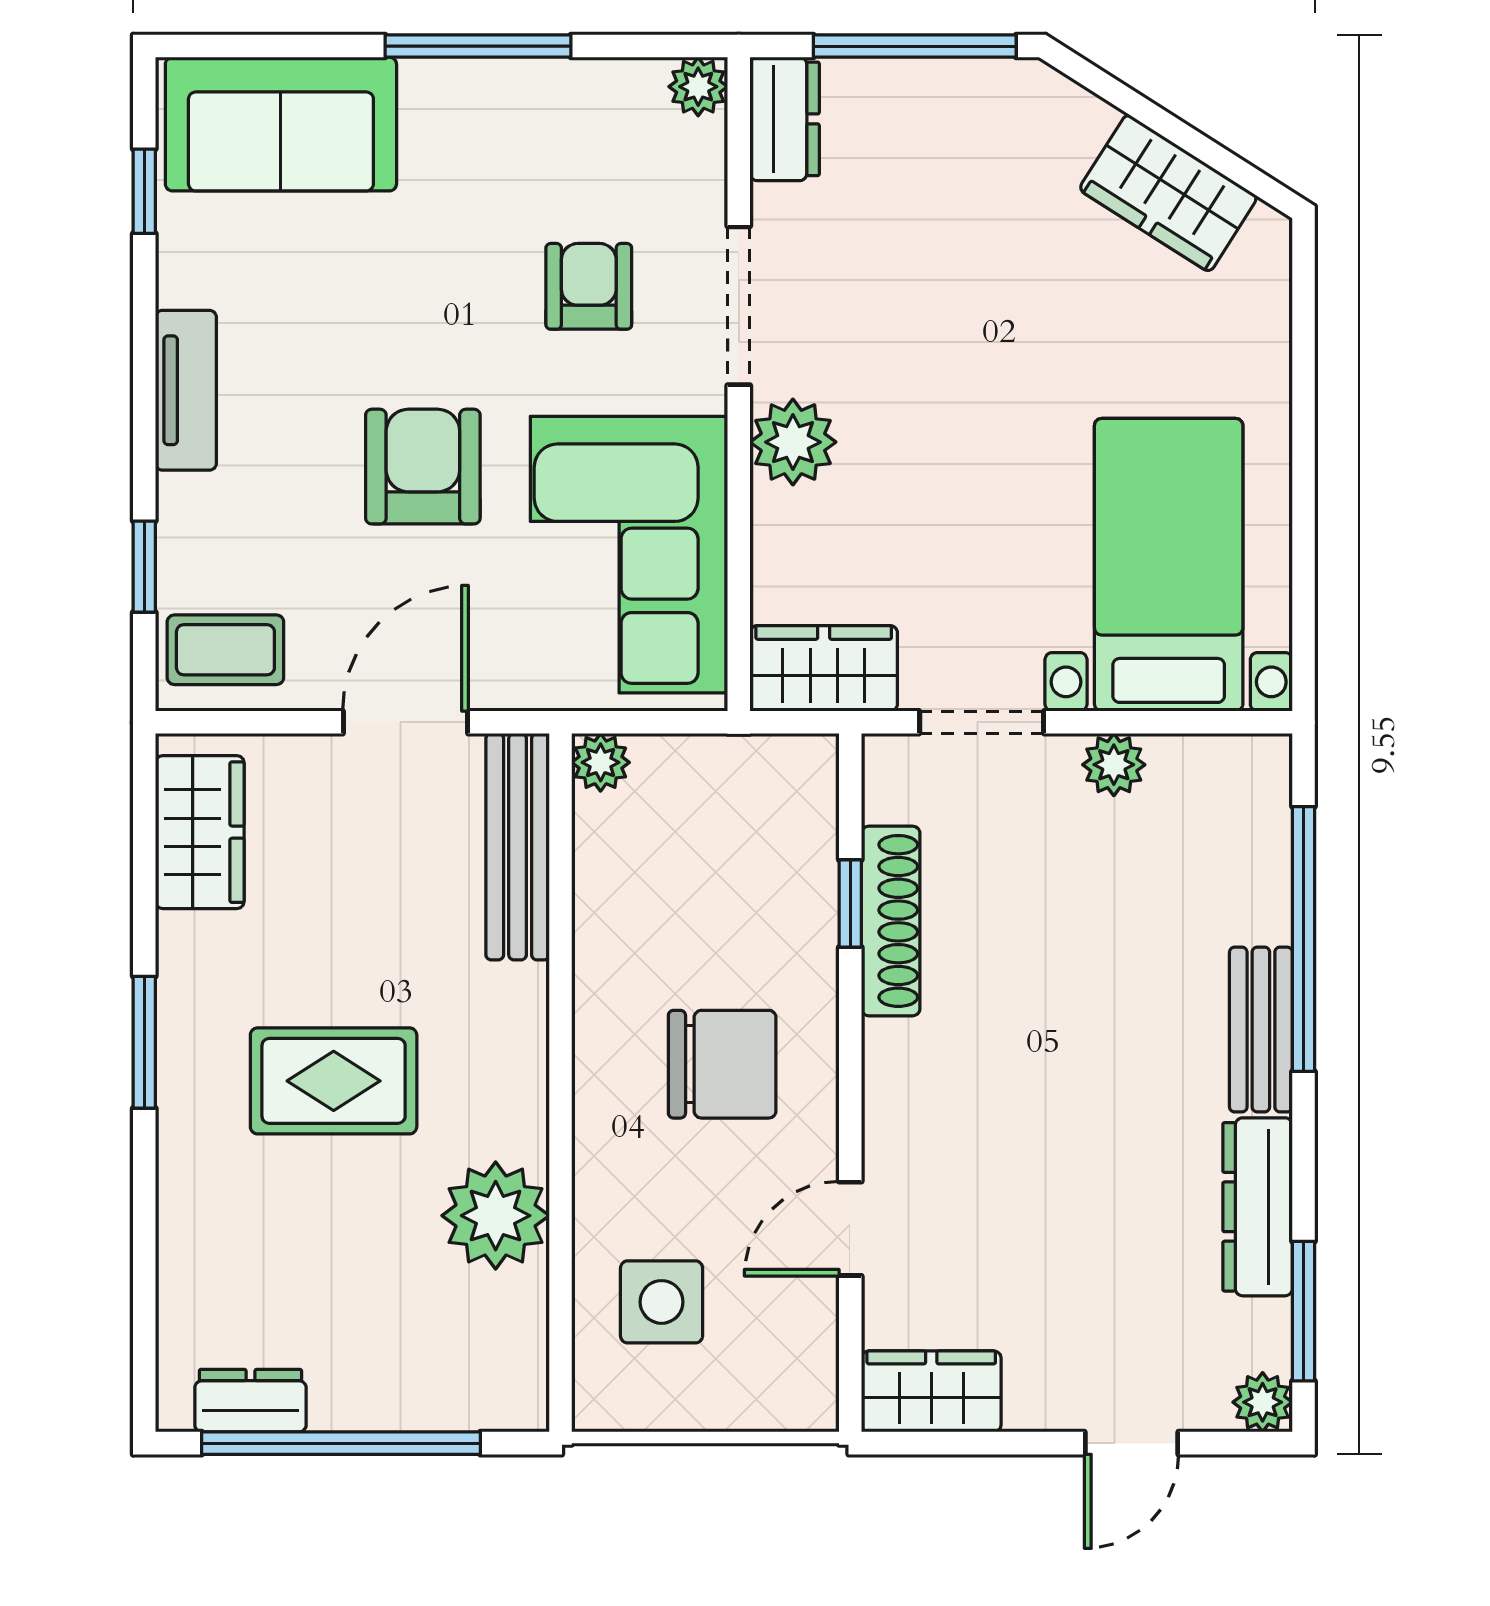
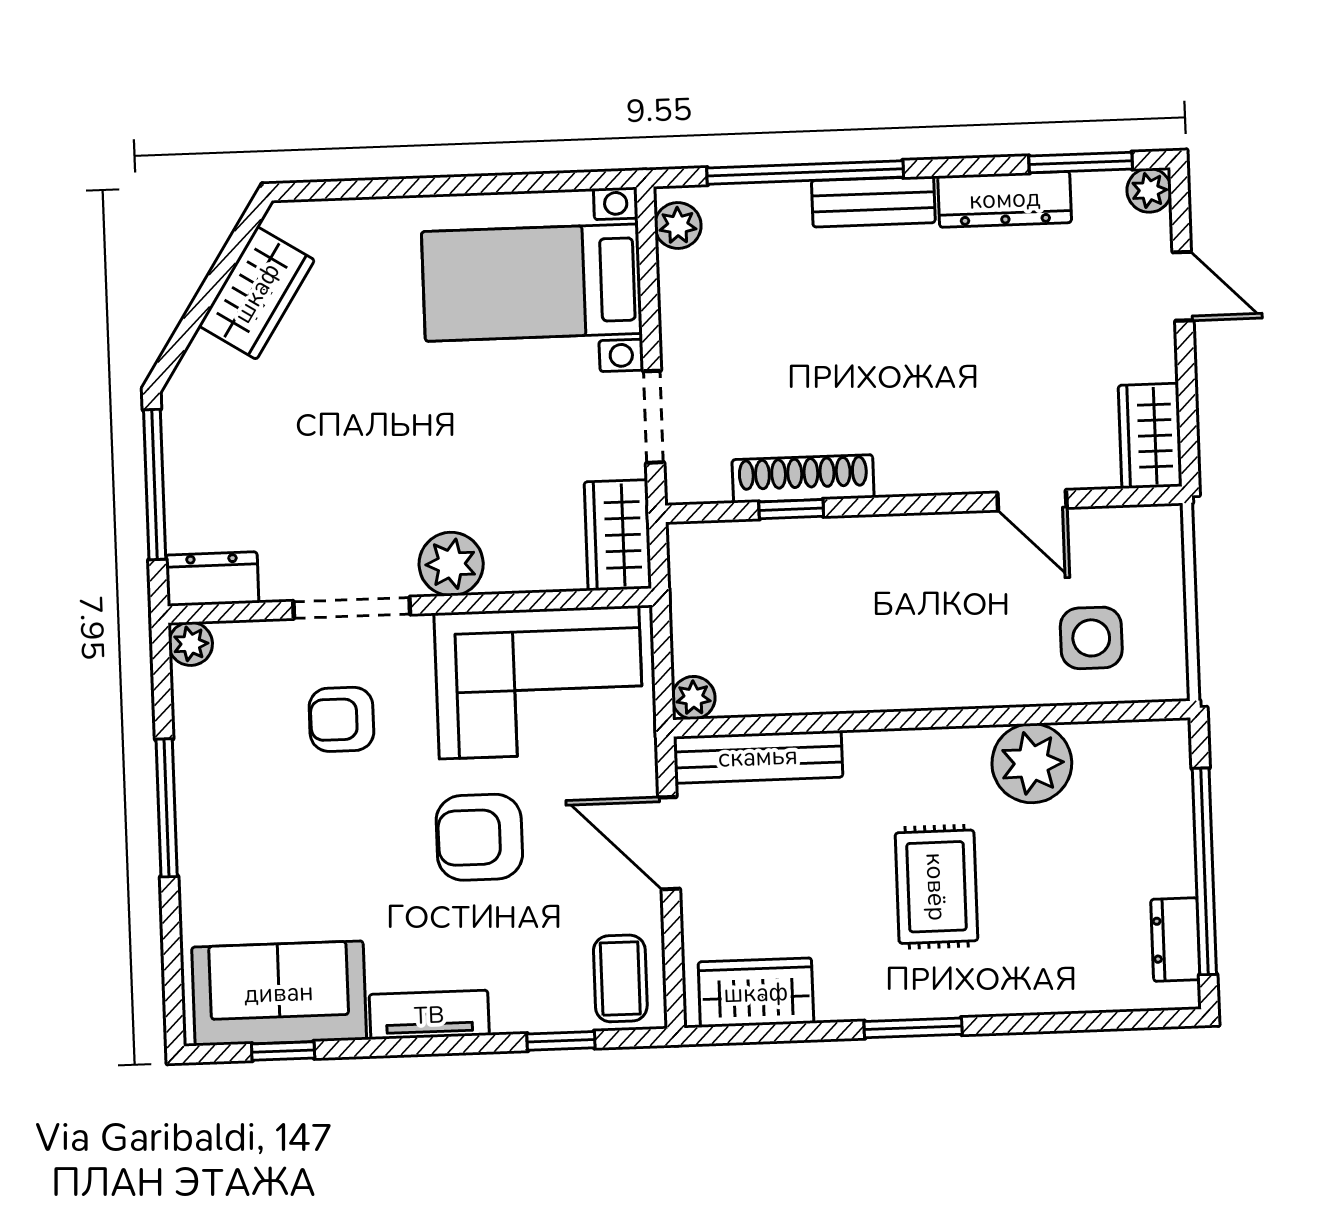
sofa: (281, 124) -> (279, 993), moved, turned -90
plant: (1114, 765) -> (678, 226), moved
chair: (722, 1064) -> (914, 600), removed

